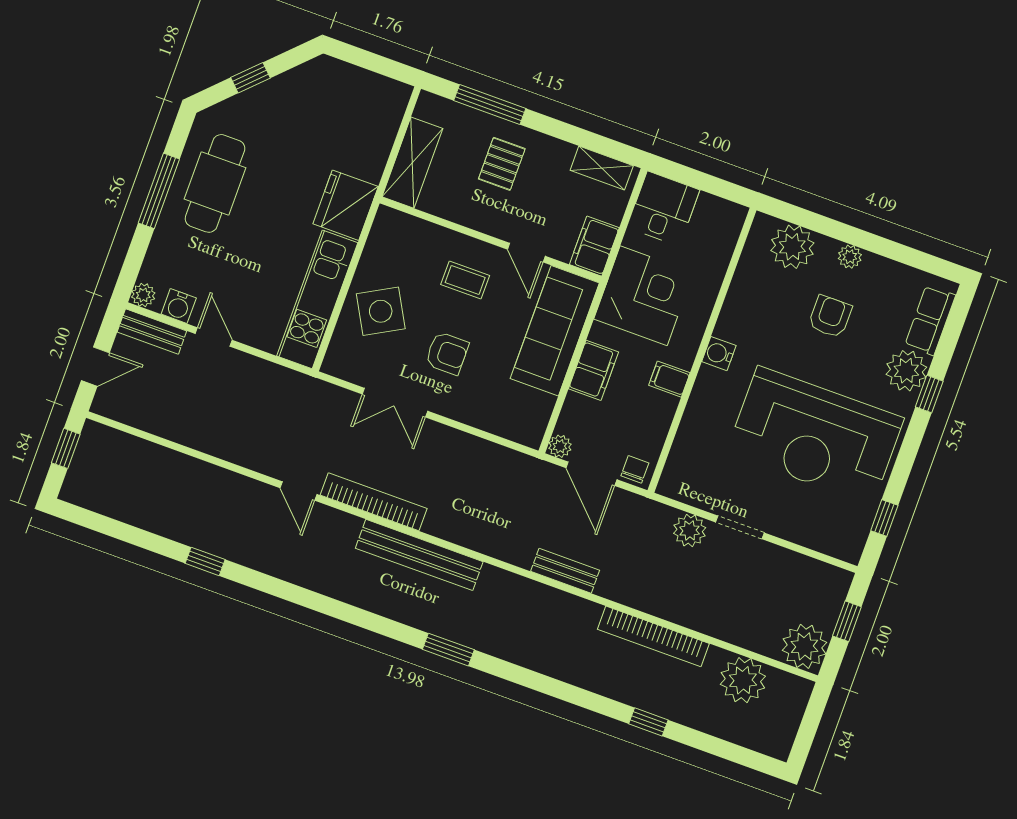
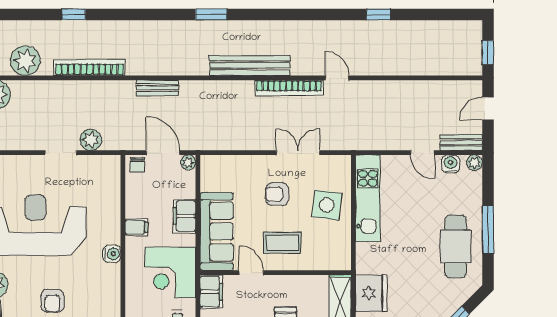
fridge: (346, 205) -> (371, 293), moved
coffee table: (465, 280) -> (282, 243), width x1.36, depth x1.30
side table: (381, 311) -> (327, 205), turned 36

